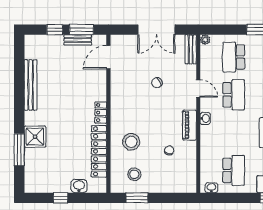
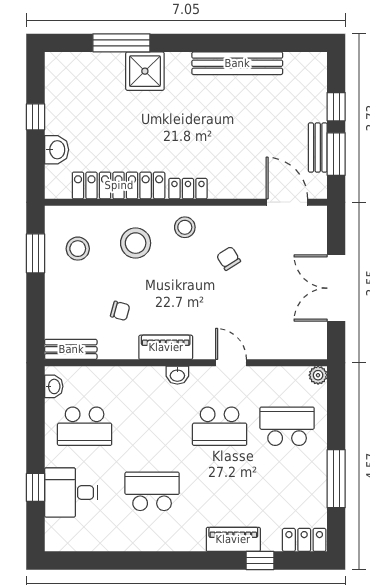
bench: (191, 49) -> (71, 349), moved
chair: (157, 83) -> (229, 258), moved
door: (198, 88) -> (231, 363), swing flipped
stool: (122, 114) -> (185, 227), added

